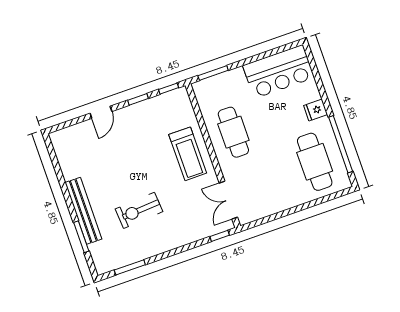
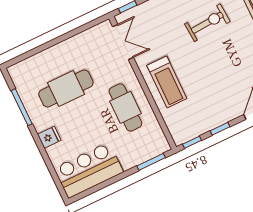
window: (341, 144) -> (22, 107), width x0.68
treadmill: (188, 154) -> (167, 82), turned 180
cafe table: (315, 162) -> (66, 88), moved, turned 90

